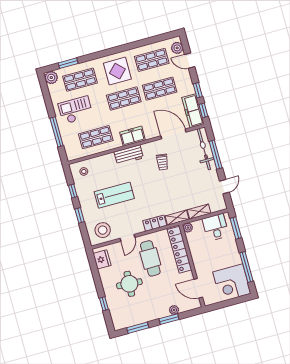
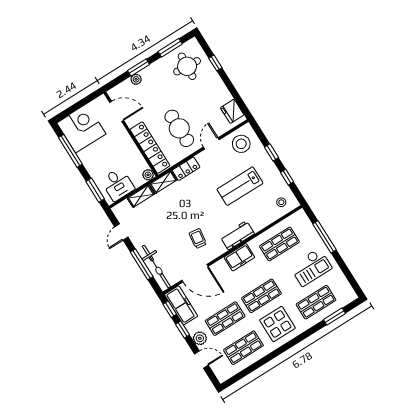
plant: (177, 48) -> (200, 338), moved
plant: (51, 78) -> (348, 295), removed
round table: (129, 284) -> (187, 66), moved

